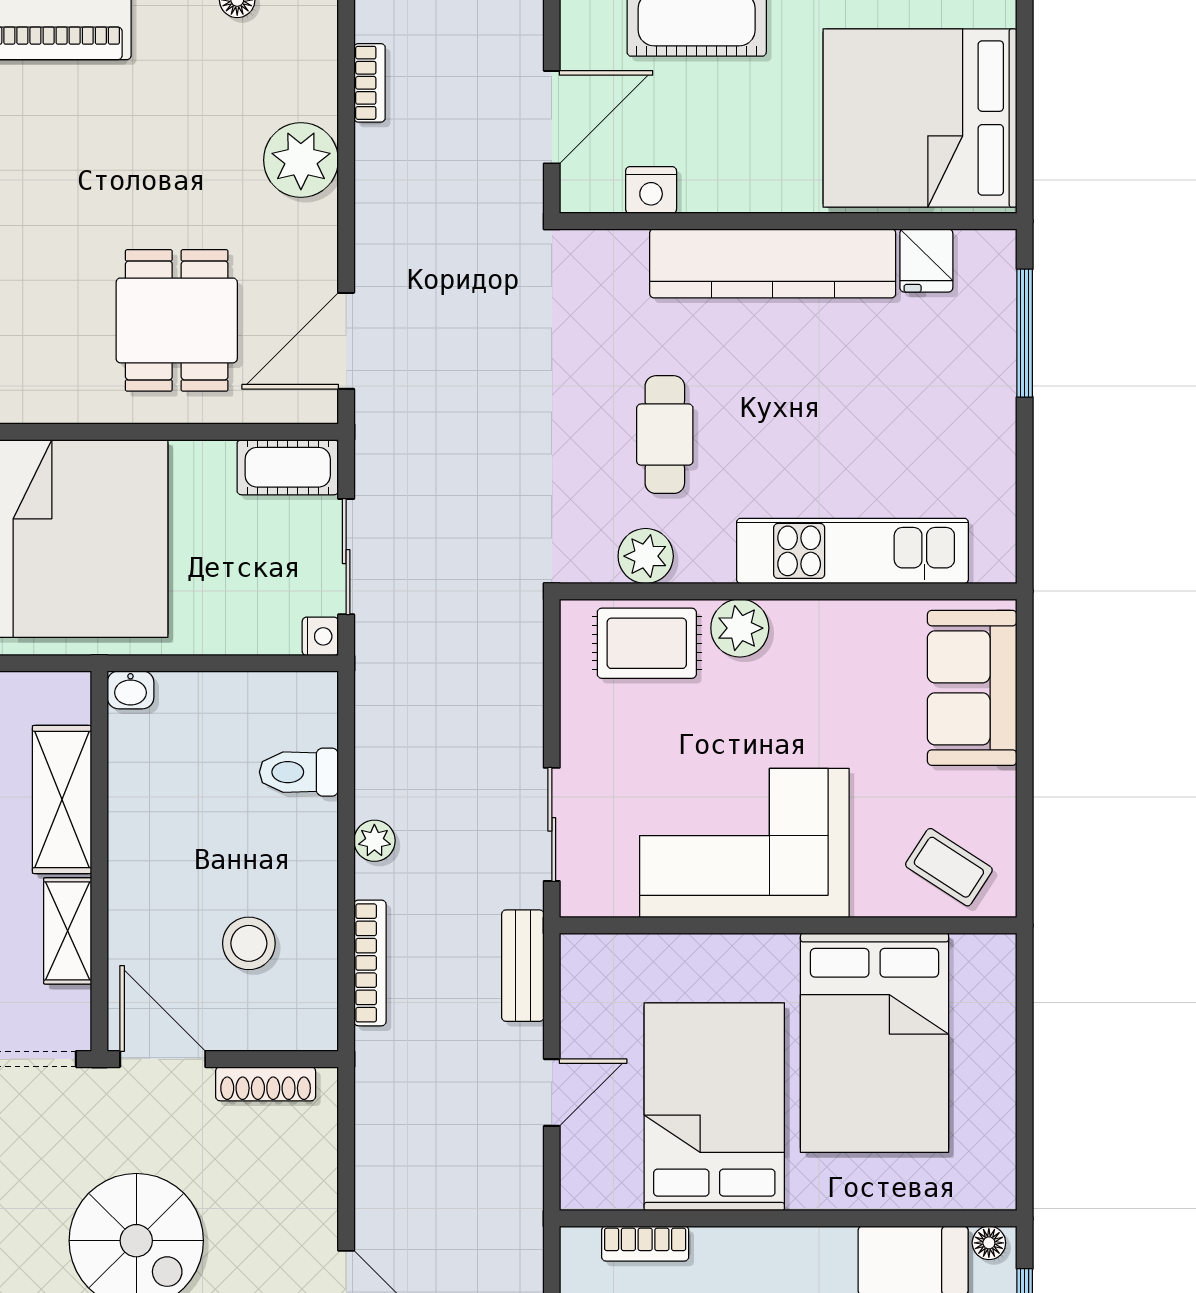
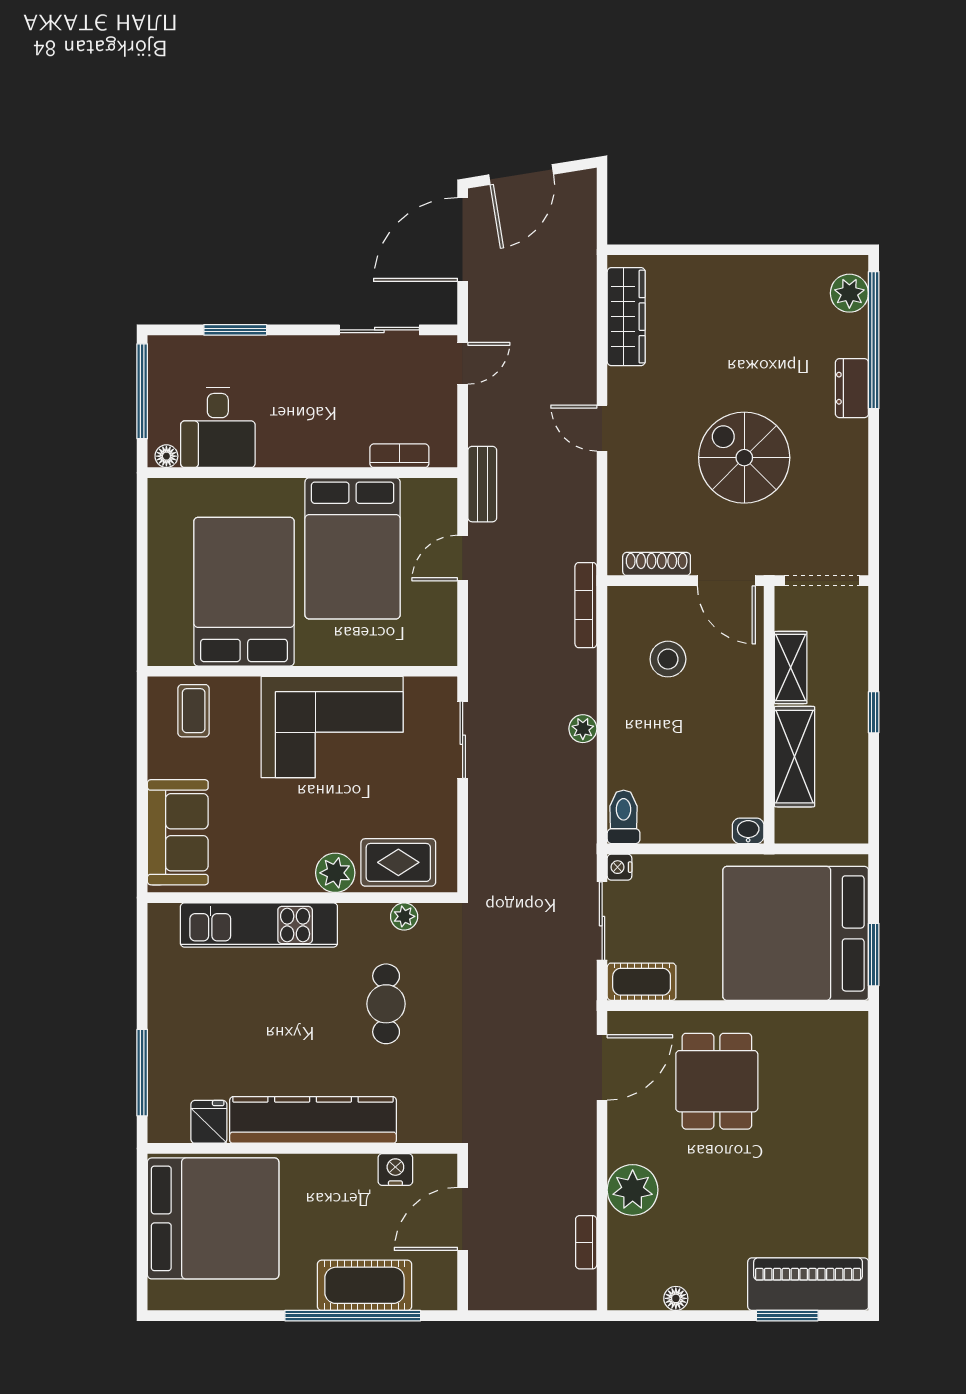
plant: (646, 556) -> (404, 916), width x0.73, depth x0.73
toilet: (299, 772) -> (624, 817), moved, turned -90
coffee table: (949, 867) -> (194, 711), turned 57
bookcase: (370, 963) -> (586, 605), moved
bench: (523, 966) -> (482, 484), moved

